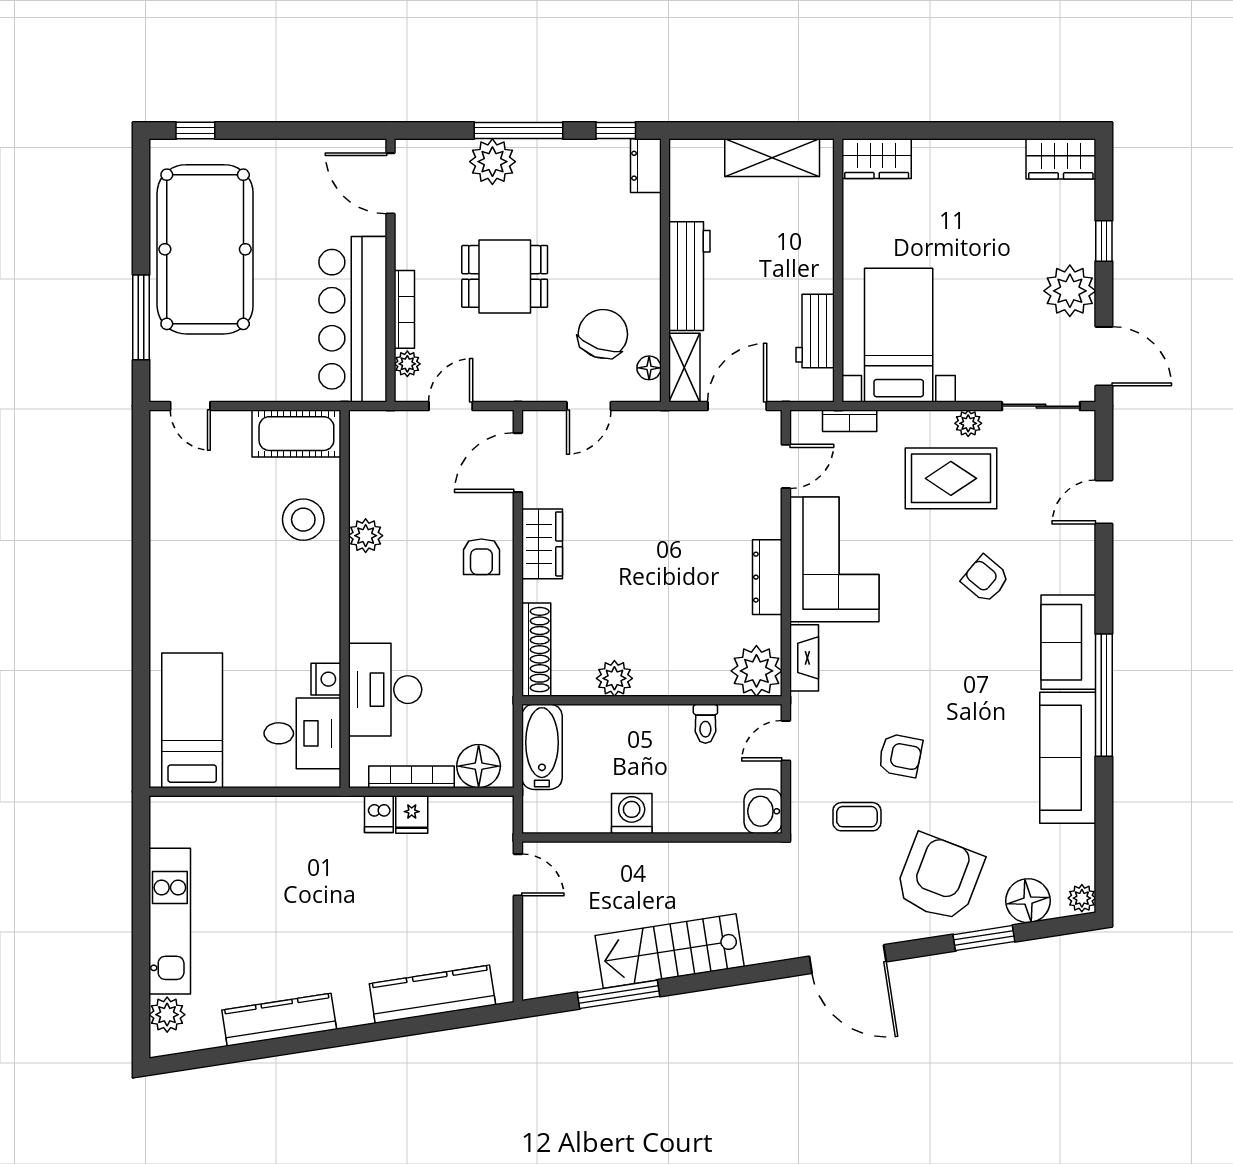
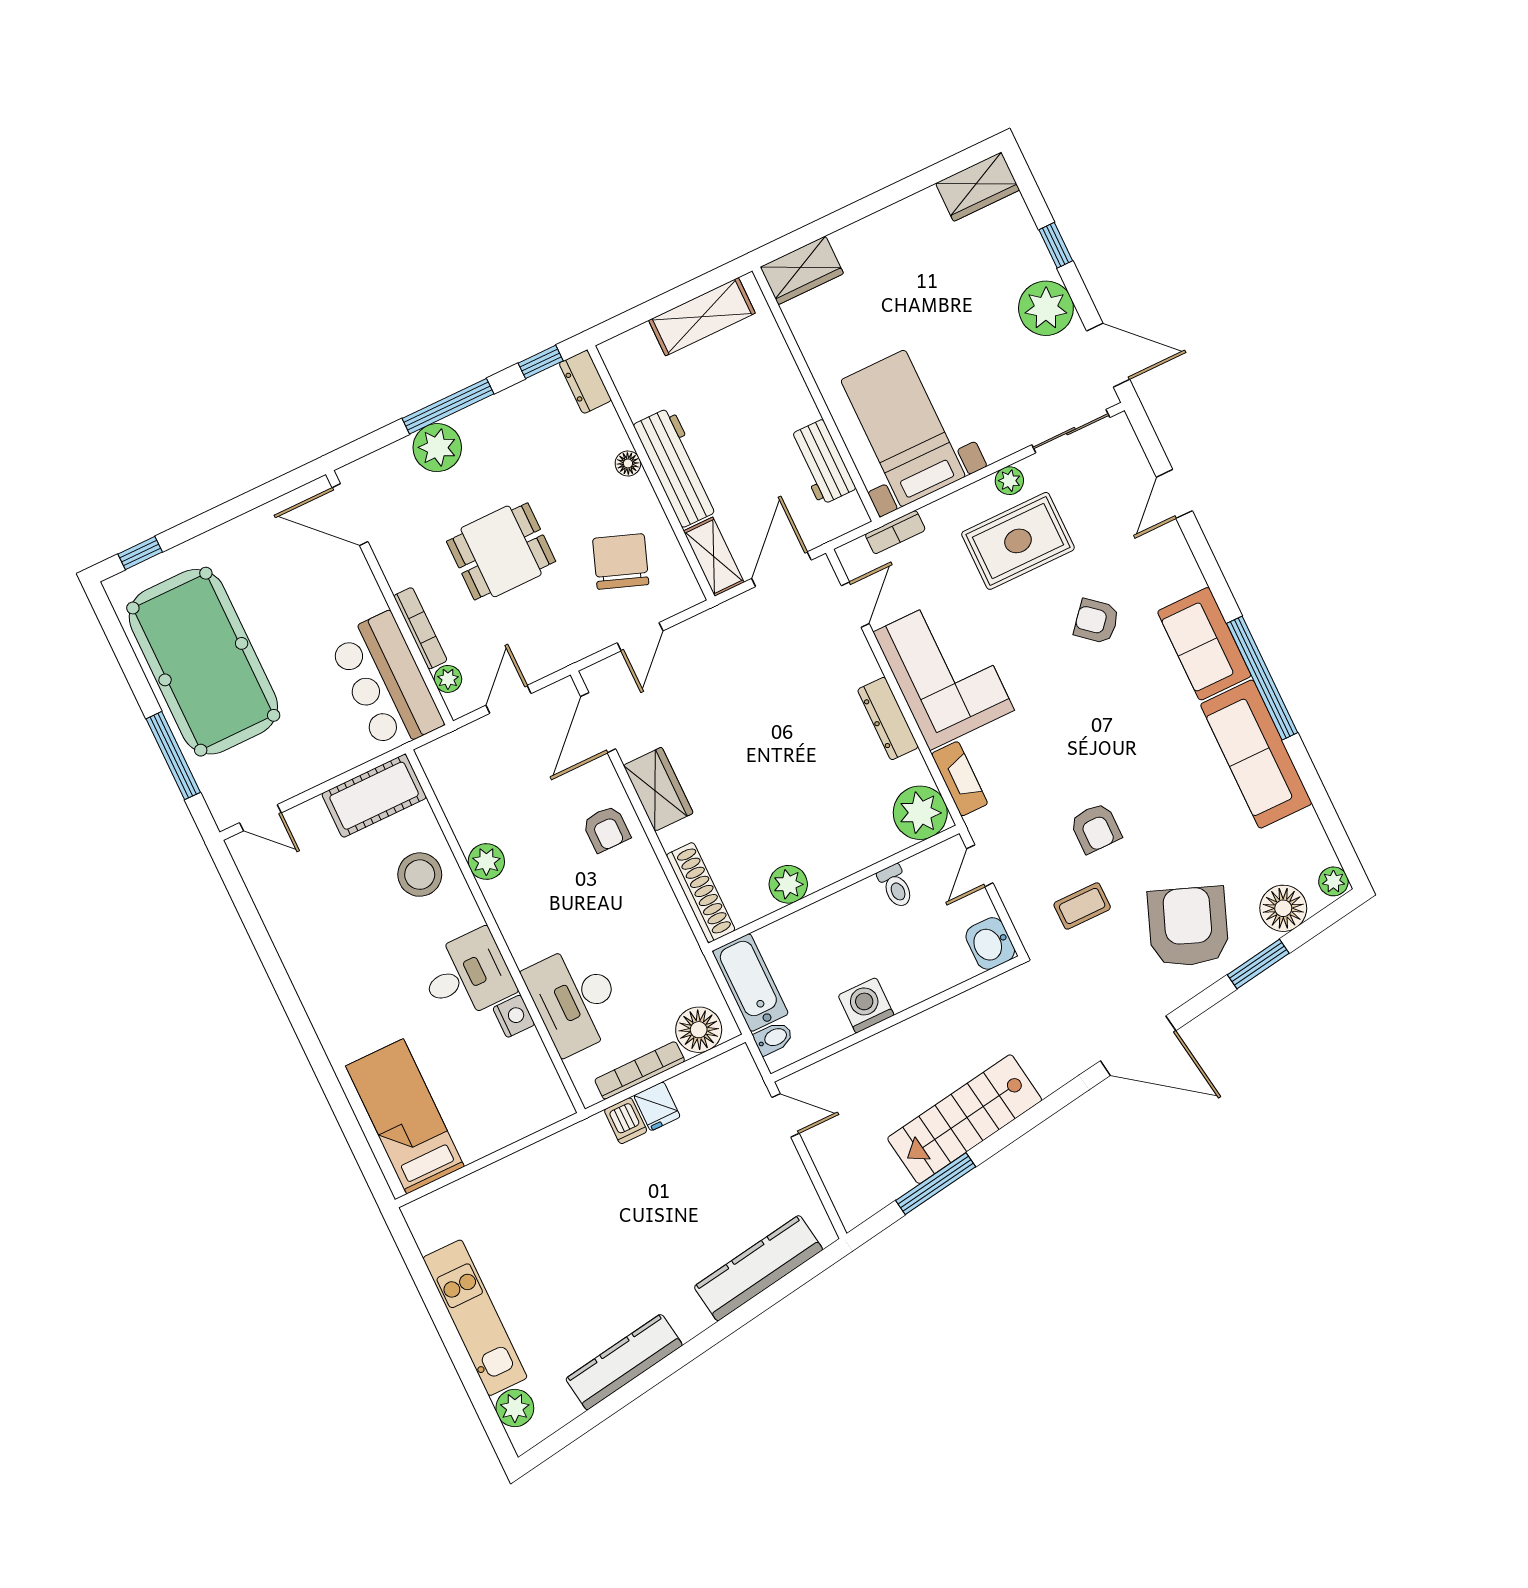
bar counter: (353, 319) -> (386, 682), width x0.73
floor lamp: (649, 368) -> (628, 463), moved
desk: (302, 733) -> (467, 975), moved
armchair: (900, 755) -> (1096, 828), turned 79
bidet: (539, 804) -> (773, 1038), added

